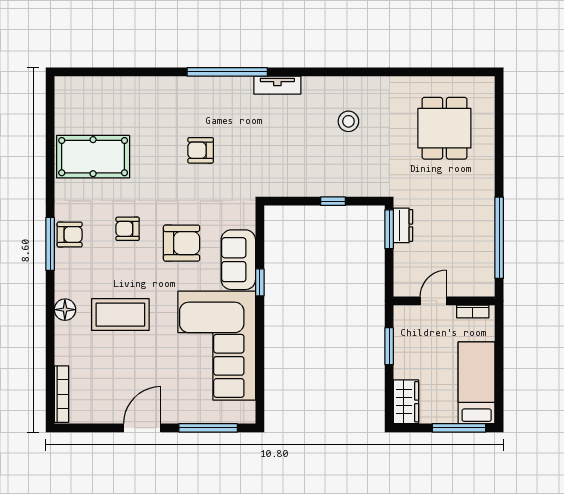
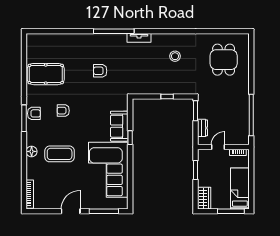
dresser: (403, 225) -> (203, 128), moved
armchair: (182, 243) -> (91, 118), removed

